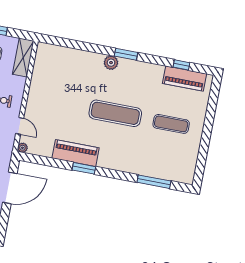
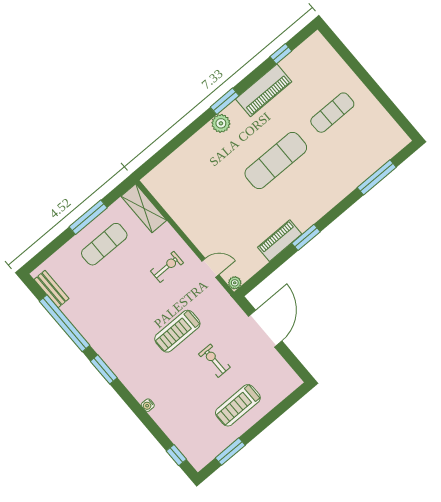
piano: (185, 79) -> (264, 90), moved
piano: (76, 153) -> (280, 241), width x0.73, depth x0.75

